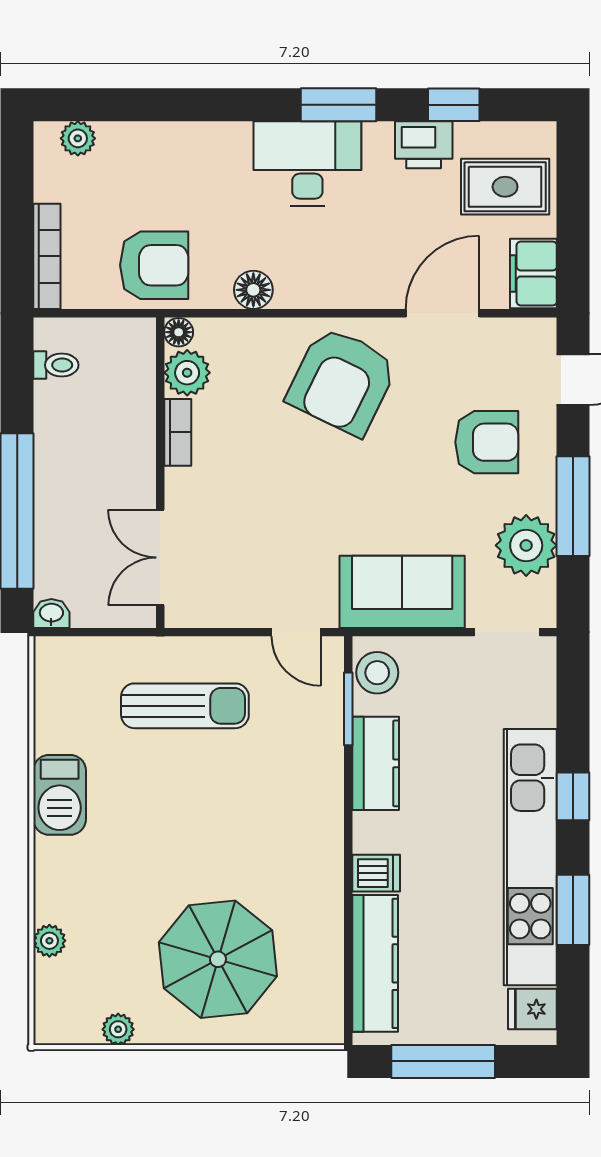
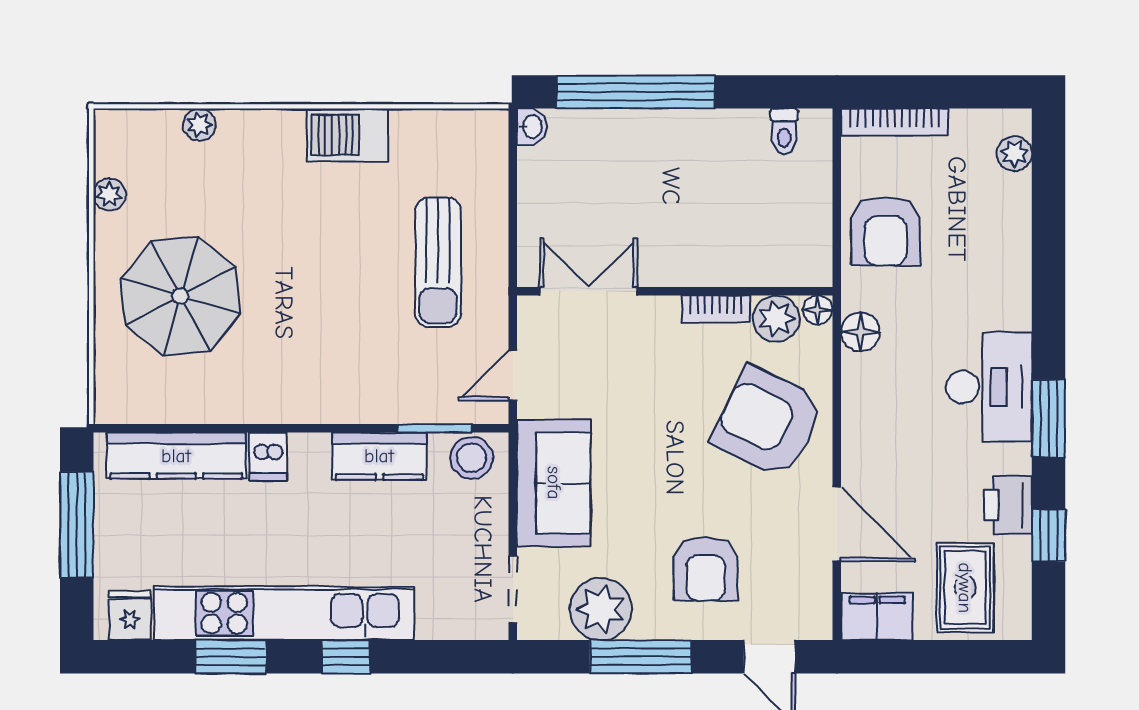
floor lamp: (179, 332) -> (817, 310), moved
plant: (187, 373) -> (776, 319), moved
bookcase: (178, 432) -> (716, 309), moved
wall: (160, 473) -> (675, 291), moved
double door: (160, 558) -> (589, 291), moved

